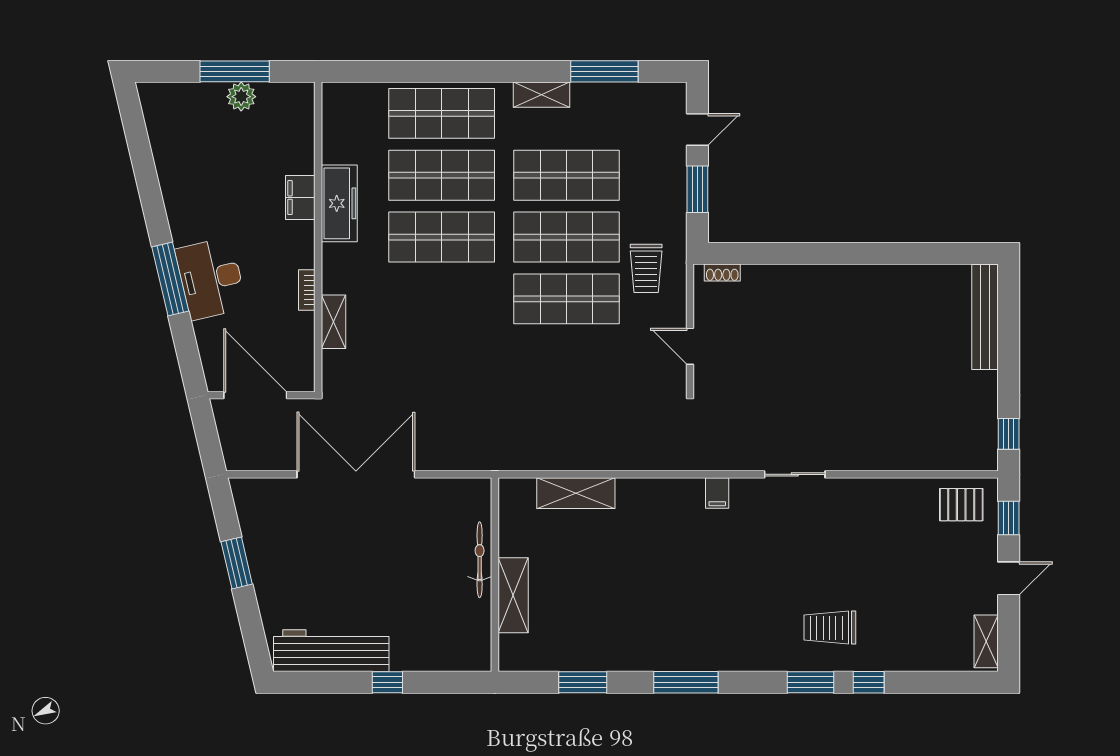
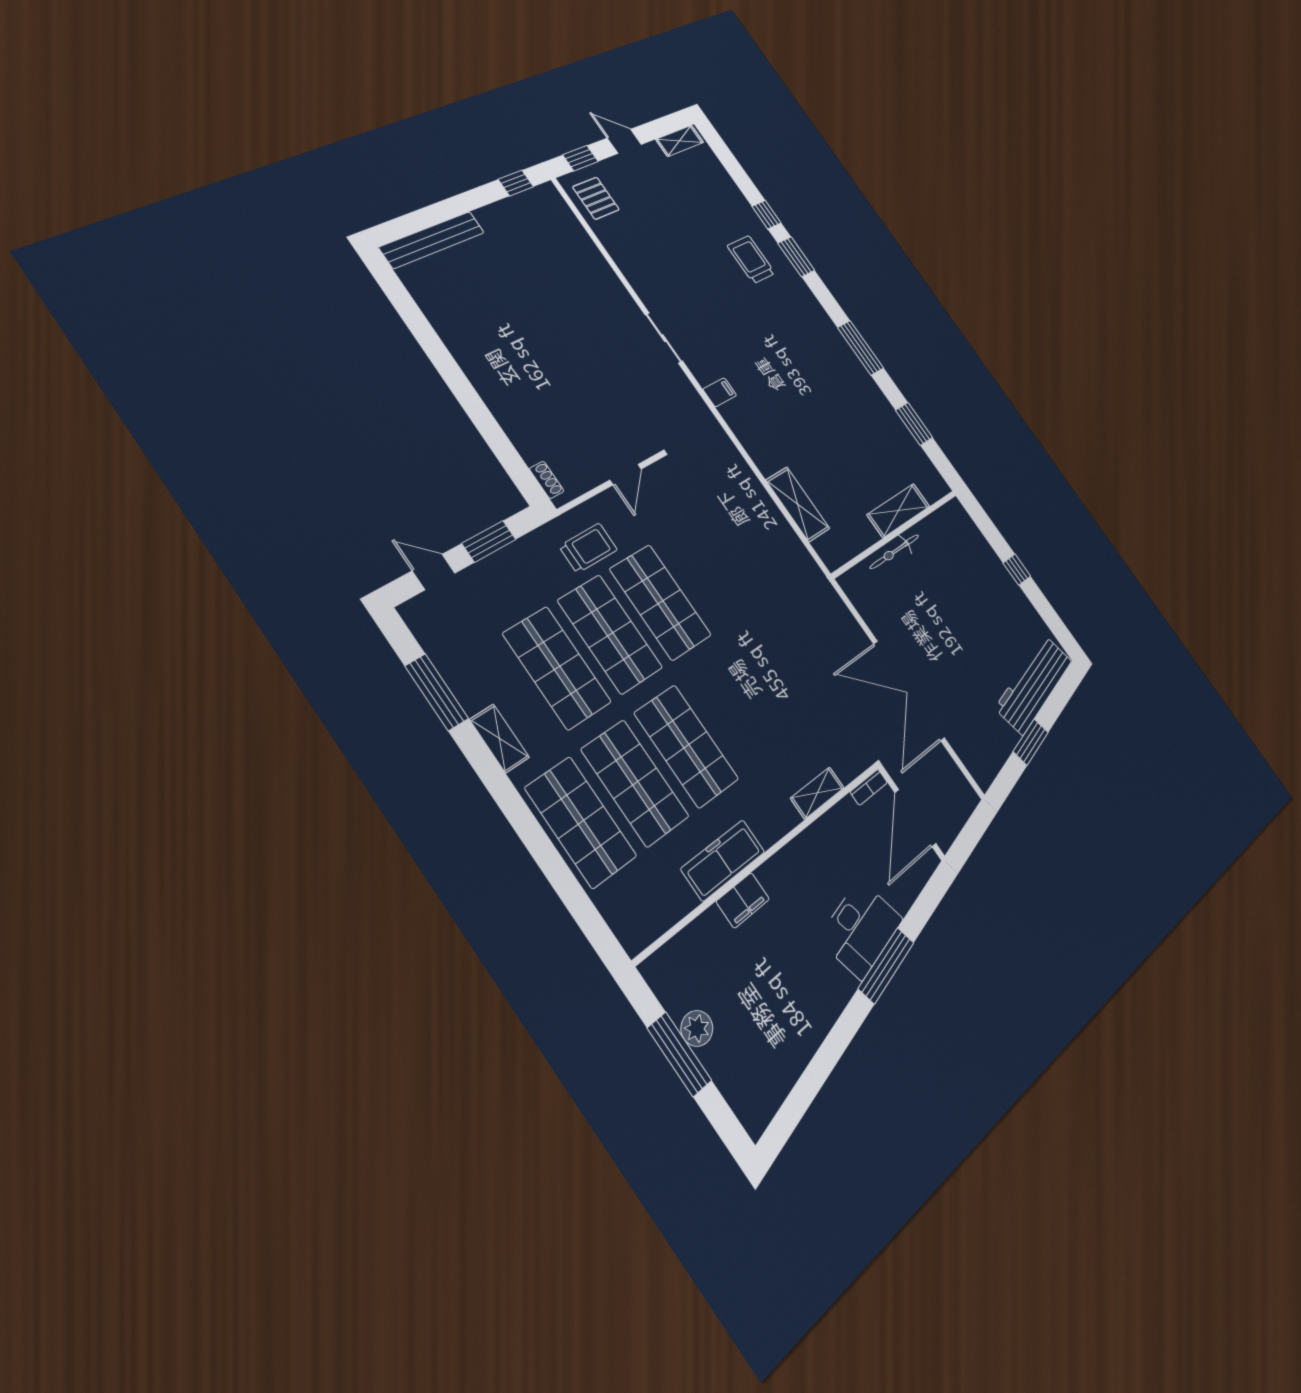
bookcase: (307, 290) -> (869, 787), moved
trolley: (830, 628) -> (751, 260), turned 180
workbench: (331, 651) -> (1034, 684), moved, turned 77

